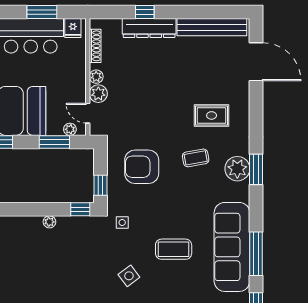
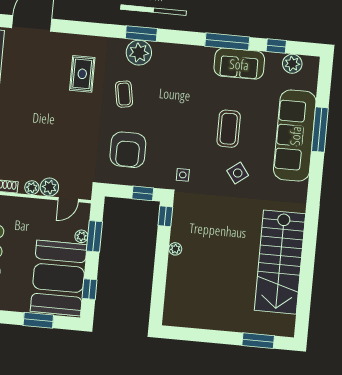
plant: (70, 129) -> (81, 236), moved
sofa: (232, 247) -> (239, 64), width x0.54, depth x0.79
coffee table: (174, 249) -> (229, 129), moved

